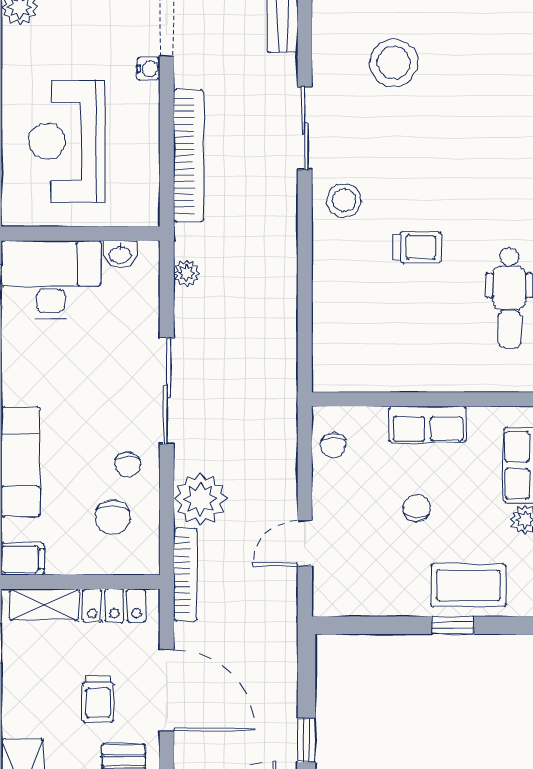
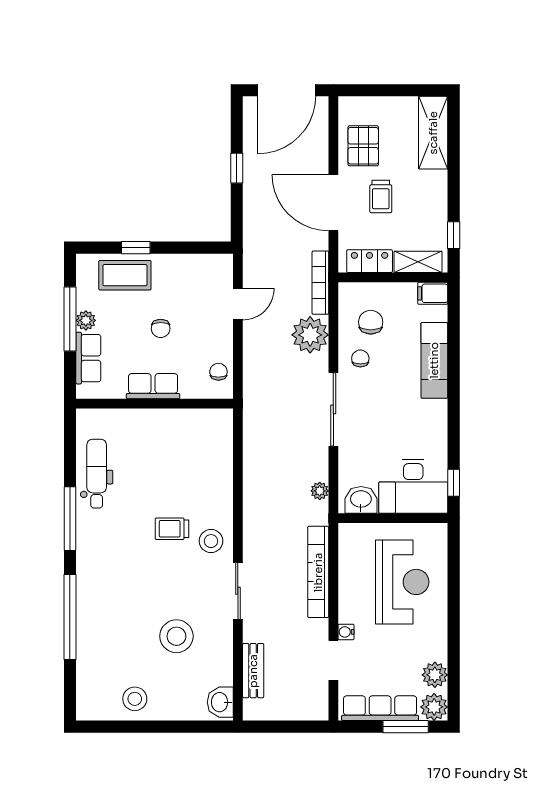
trolley: (417, 247) -> (172, 529), moved
washbasin: (120, 254) -> (361, 500), width x1.38, depth x1.45
trolley: (98, 699) -> (381, 196), turned 180

